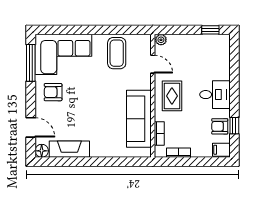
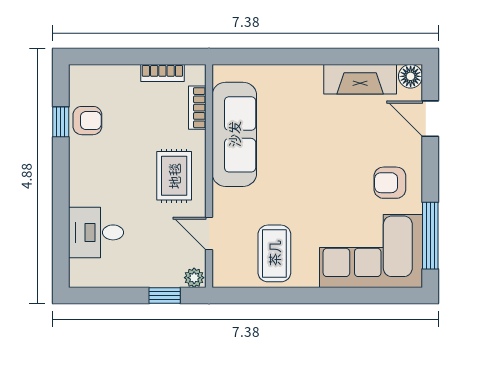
window: (210, 30) -> (165, 296), moved
armchair: (53, 92) -> (390, 183), turned 180
desk: (215, 95) -> (96, 232), moved
filing cabinet: (221, 150) -> (85, 78), removed

